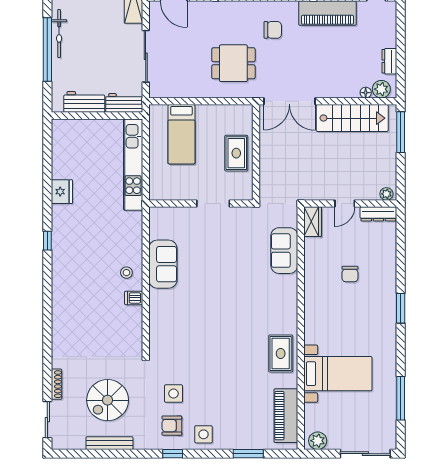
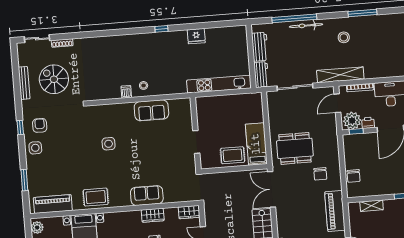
dining table: (233, 63) -> (295, 148), width x1.38
bed: (181, 134) -> (256, 144), moved, turned 90
sofa: (284, 251) -> (147, 196), moved
wardrobe: (313, 274) -> (153, 215), added
side table: (173, 394) -> (109, 144), moved

